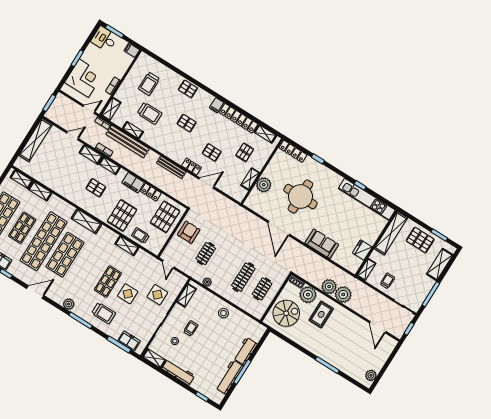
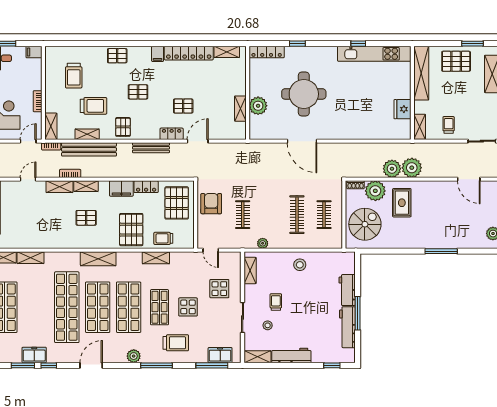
pallet: (245, 152) -> (123, 127), moved
shop shelf: (22, 228) -> (129, 307), moved, width x1.43, depth x1.36
sofa: (322, 244) -> (357, 129), removed

